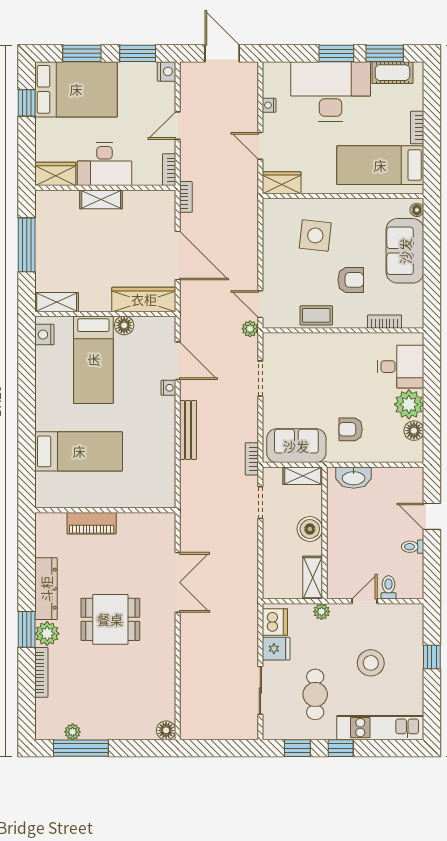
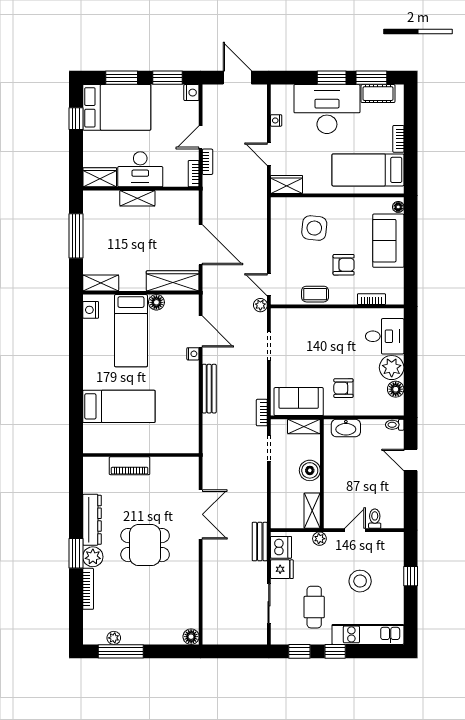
bookcase: (186, 197) -> (207, 162), moved
toilet: (413, 547) -> (395, 425), moved
bench: (249, 615) -> (260, 541), added

